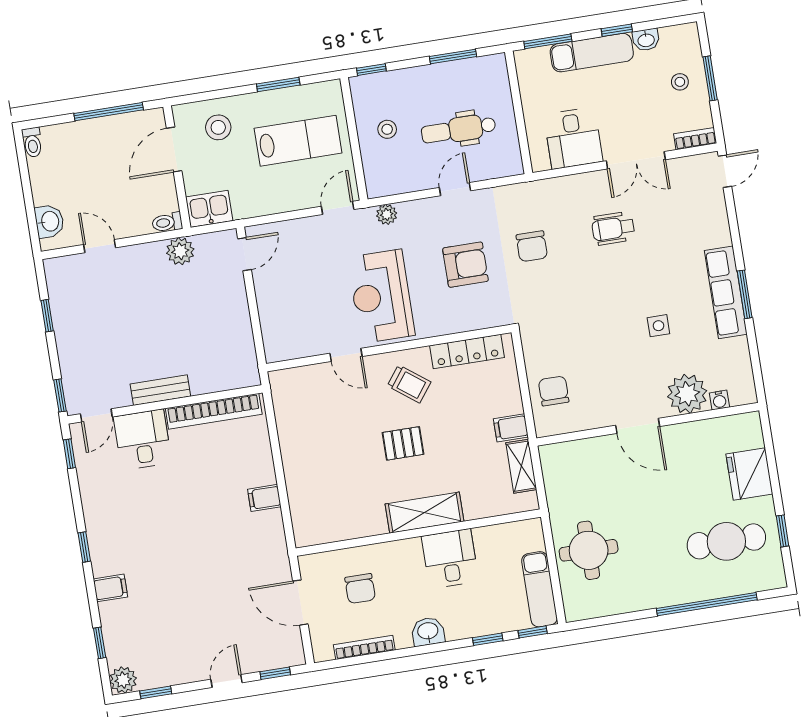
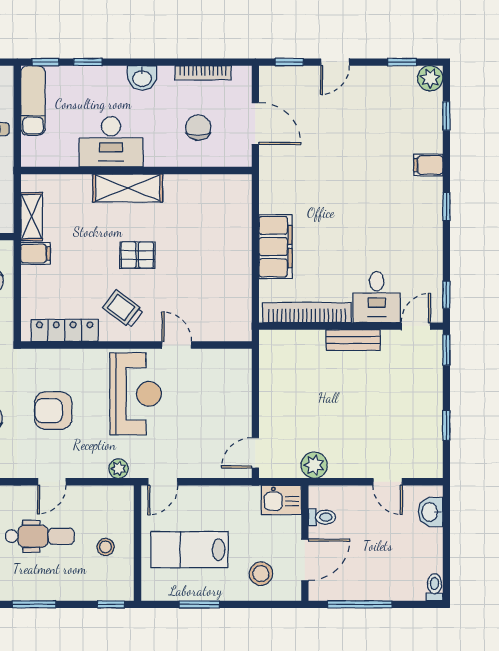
toilet: (167, 222) -> (322, 517), moved
filing cabinet: (264, 498) -> (275, 247), width x3.00, depth x1.17
desk: (450, 559) -> (111, 142), width x1.37

